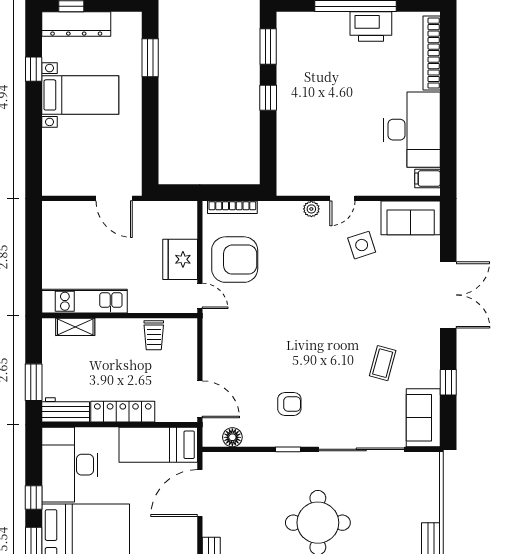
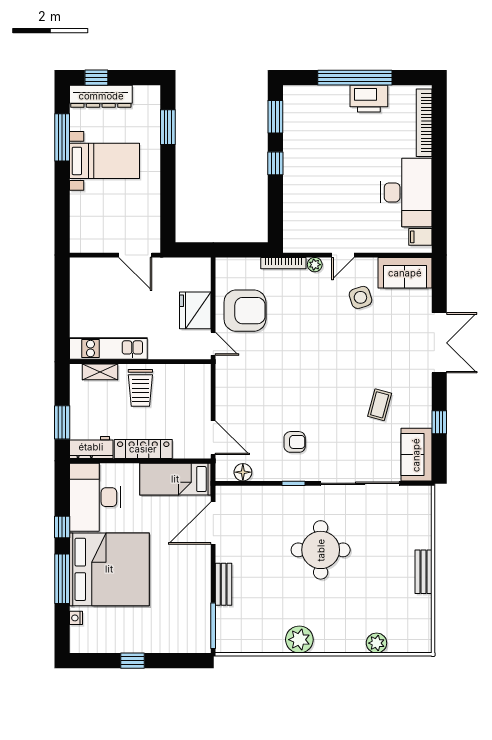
window: (34, 69) -> (62, 137), width x2.17
bookcase: (232, 207) -> (283, 263), moved
trolley: (154, 335) -> (140, 388), moved, width x1.36, depth x1.39

